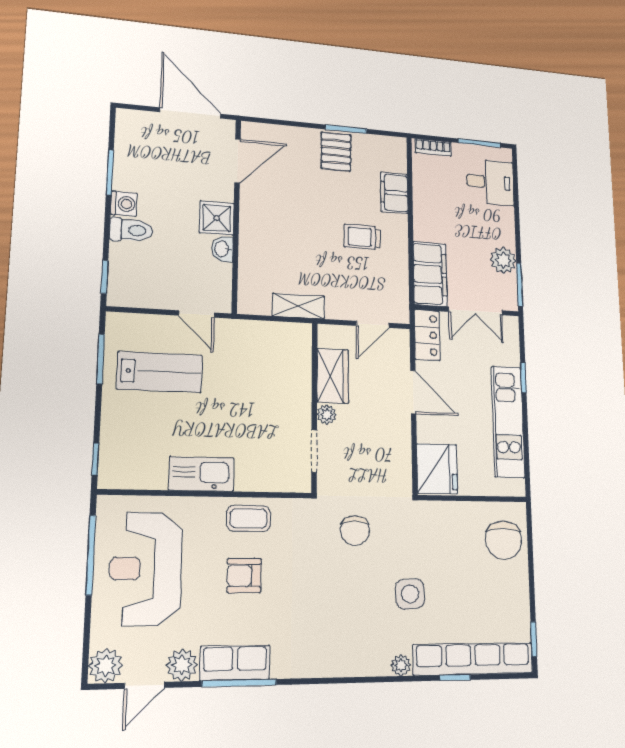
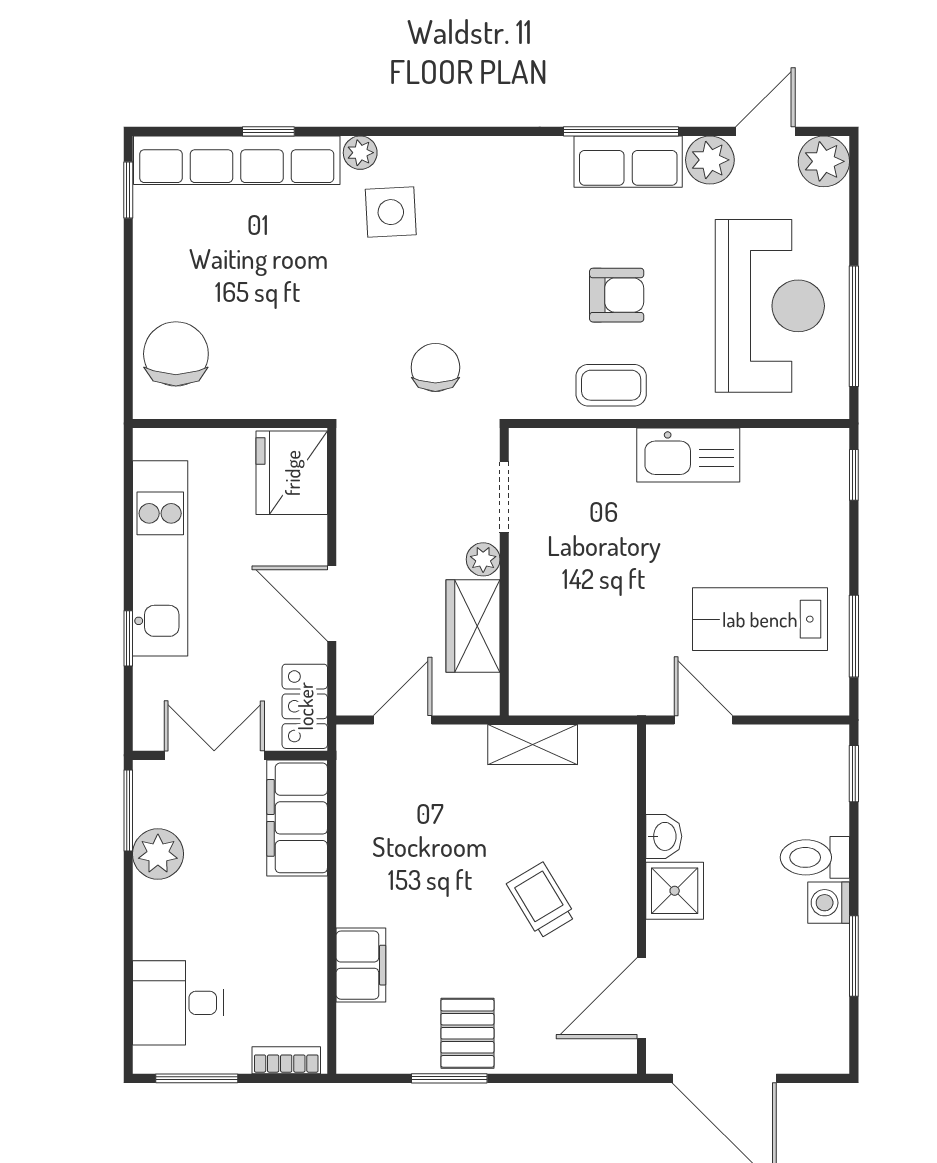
trolley: (362, 237) -> (541, 900), moved, turned -121
side table: (410, 594) -> (391, 212), moved

